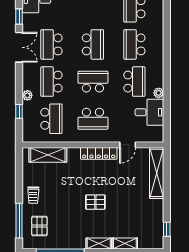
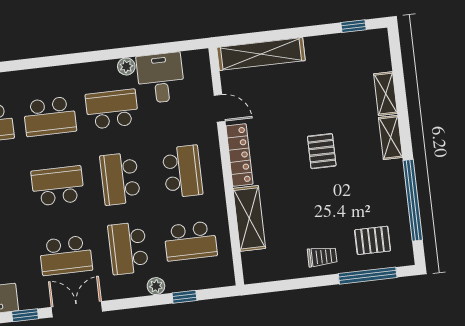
school desk: (51, 82) -> (128, 248), turned 90
school desk: (51, 119) -> (190, 241), turned 180
shelving: (48, 155) -> (249, 218), moved

